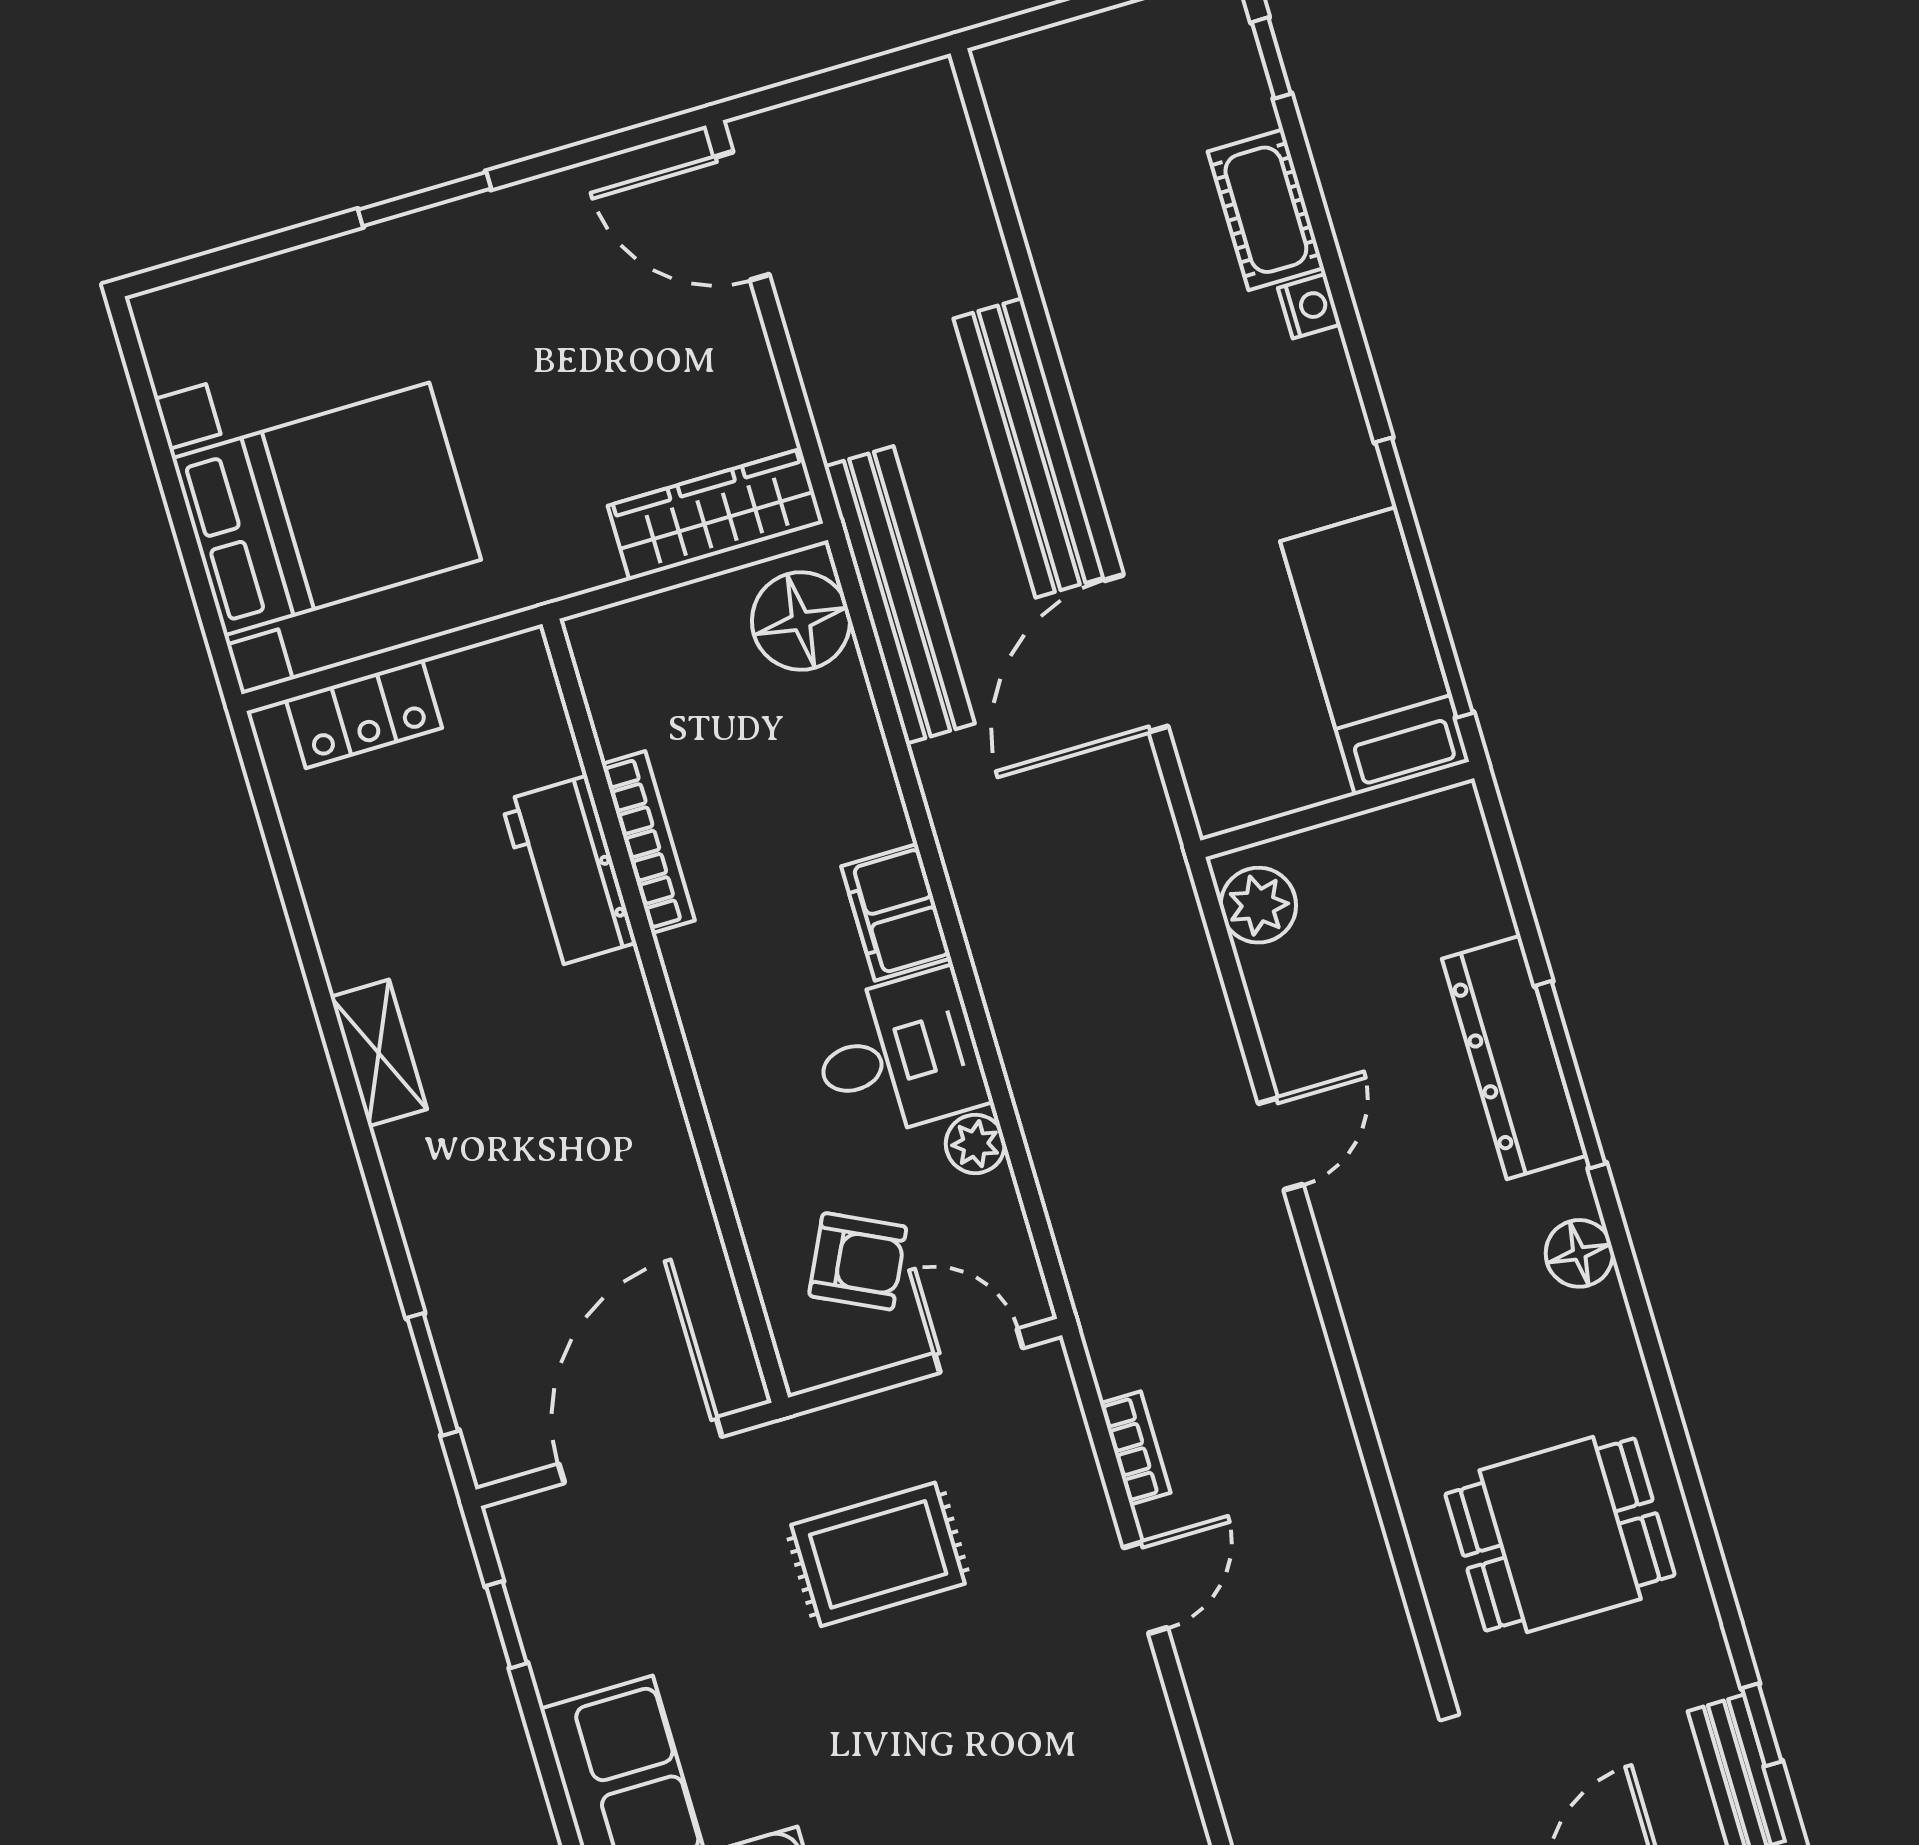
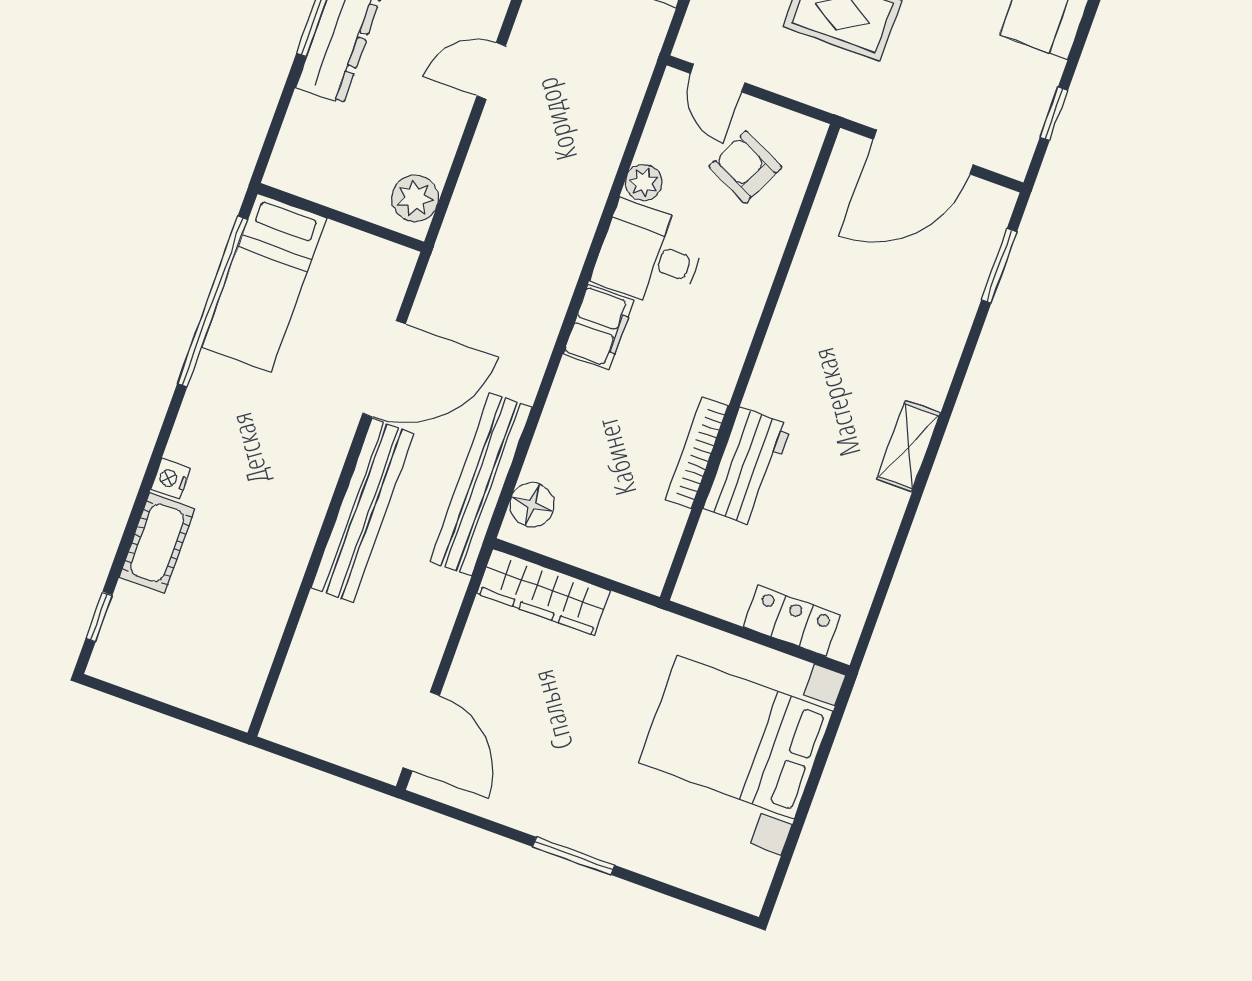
floor lamp: (801, 621) -> (532, 505), width x0.73, depth x0.73

